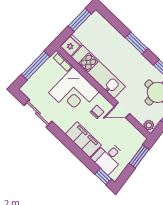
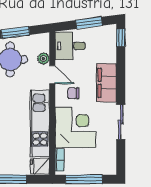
sliding door: (38, 113) -> (121, 122), moved
plant: (149, 125) -> (43, 59), moved
desk: (108, 157) -> (70, 46), moved, turned 180
window: (139, 157) -> (89, 23), moved

